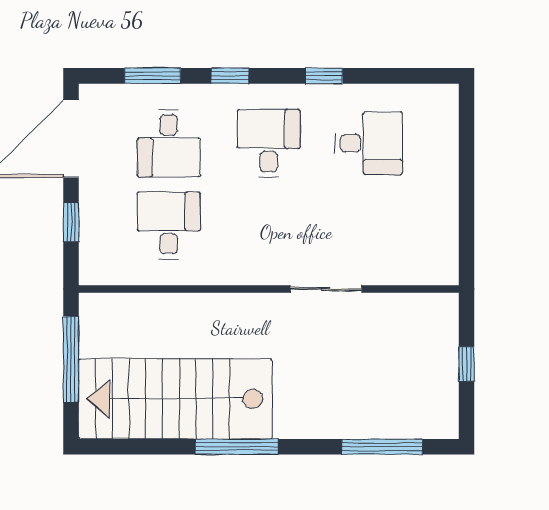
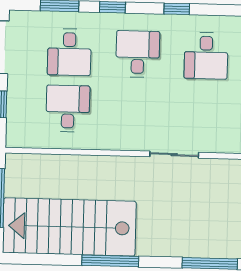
desk: (369, 143) -> (206, 56), turned 90

